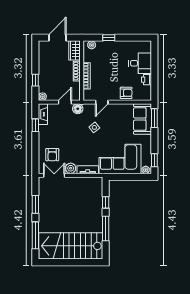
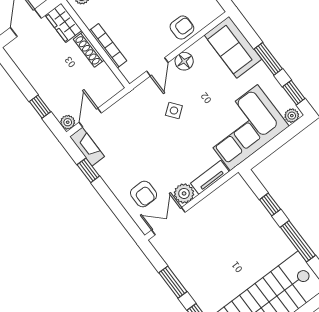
door: (65, 102) -> (90, 118), moved
floor lamp: (78, 109) -> (184, 61), moved
window: (154, 118) -> (268, 59), moved

